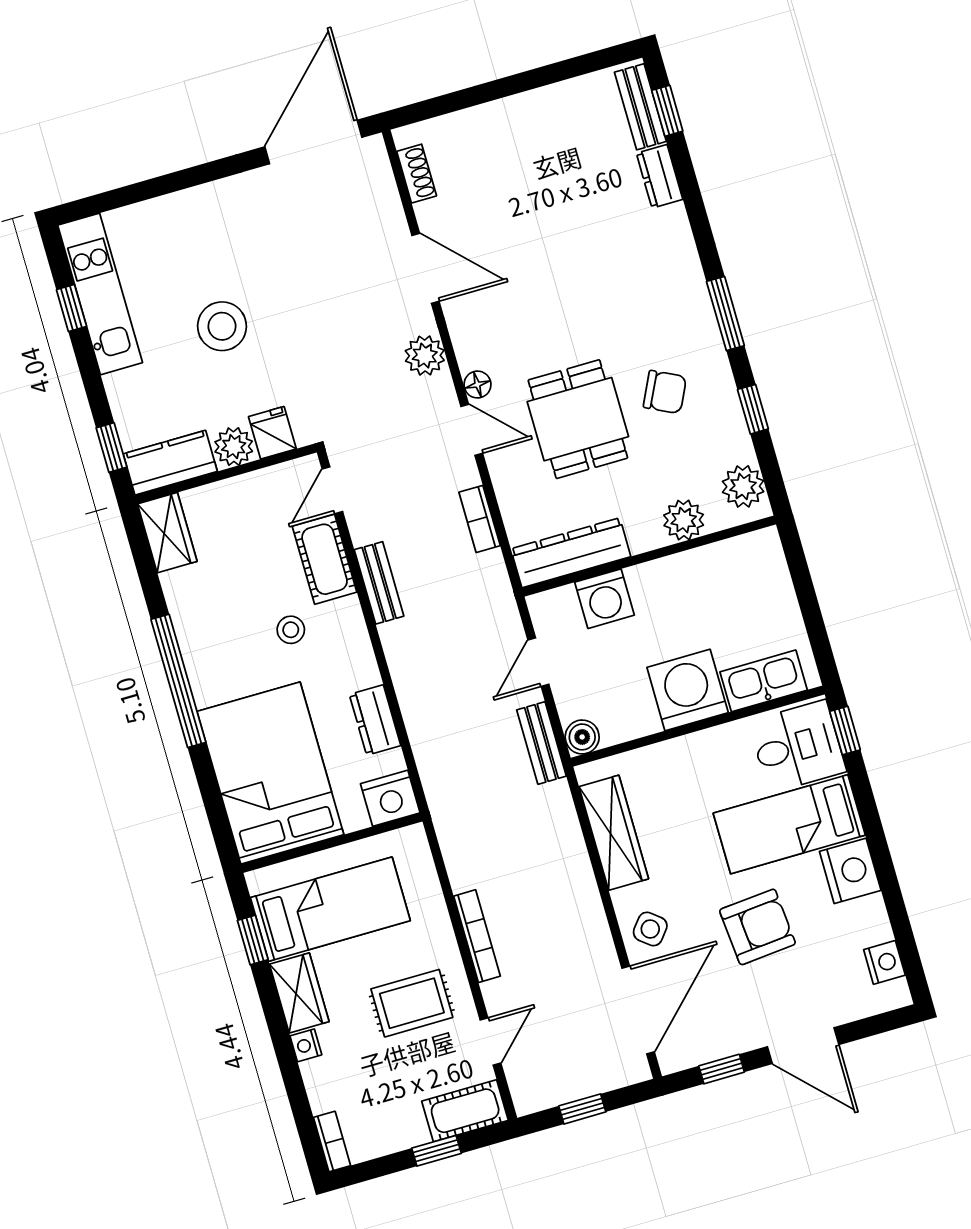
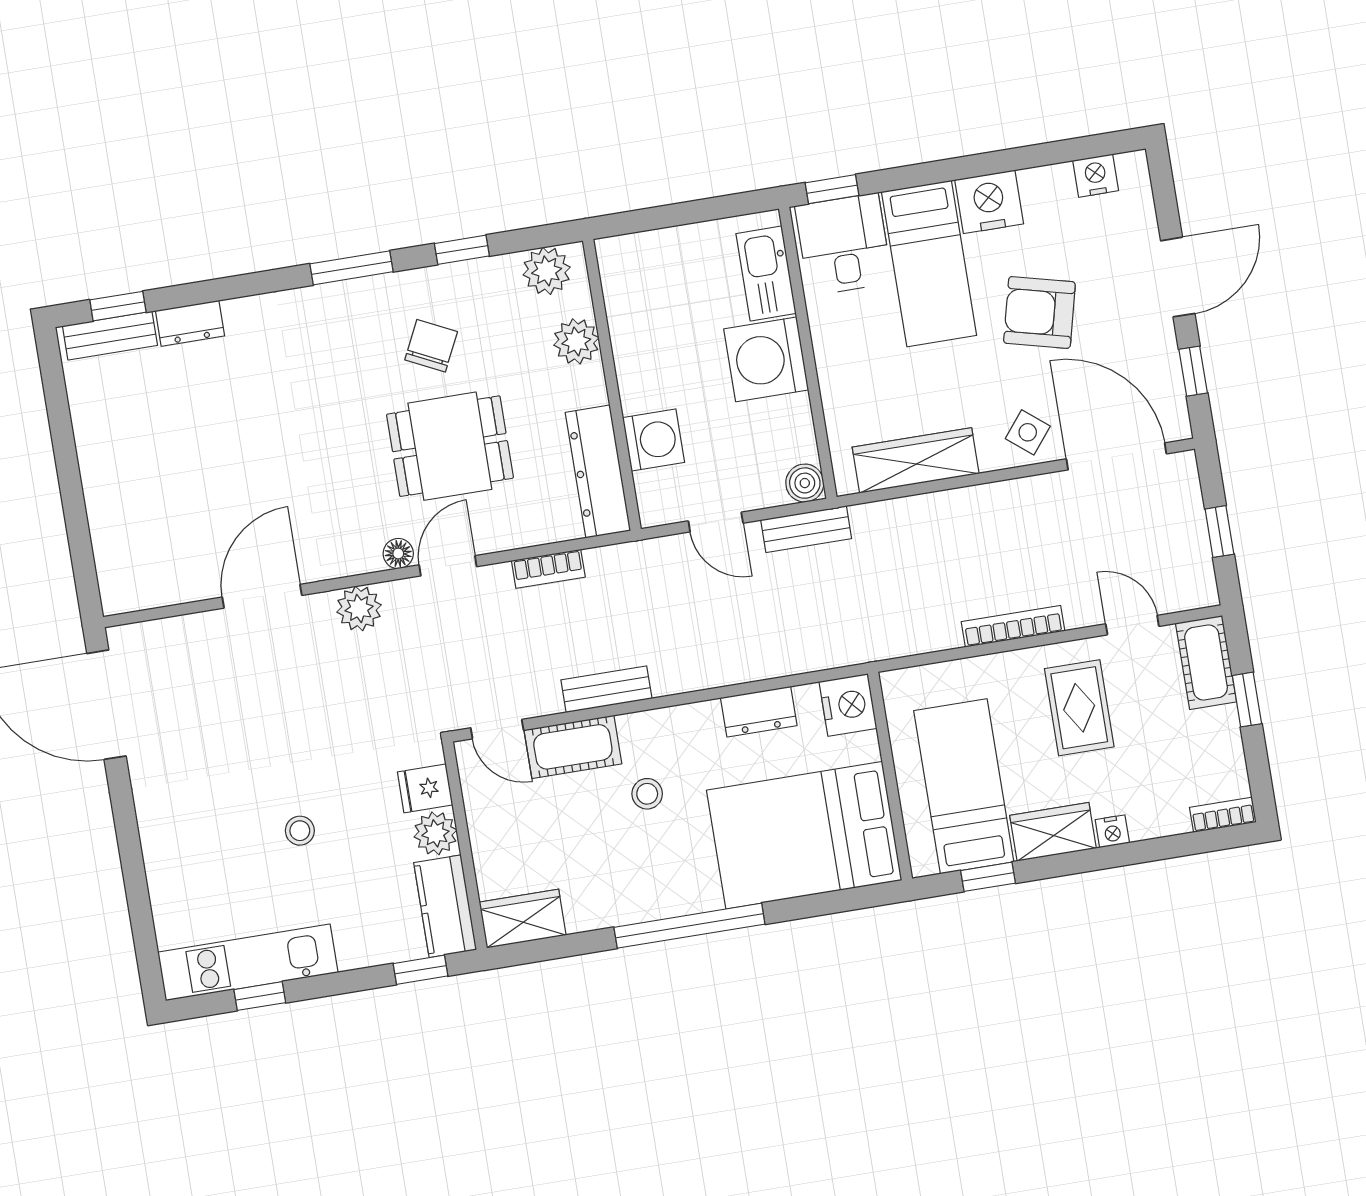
shoe rack: (417, 174) -> (155, 594), removed
stool: (222, 326) -> (300, 831), width x0.53, depth x0.53
armchair: (757, 927) -> (1039, 312), turned -71

